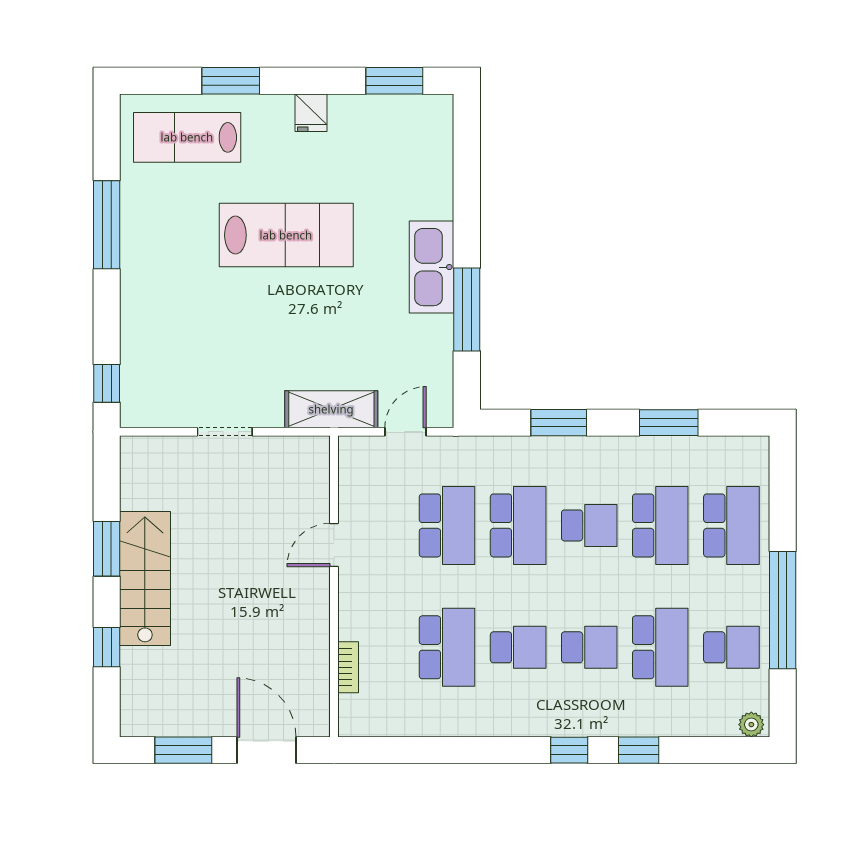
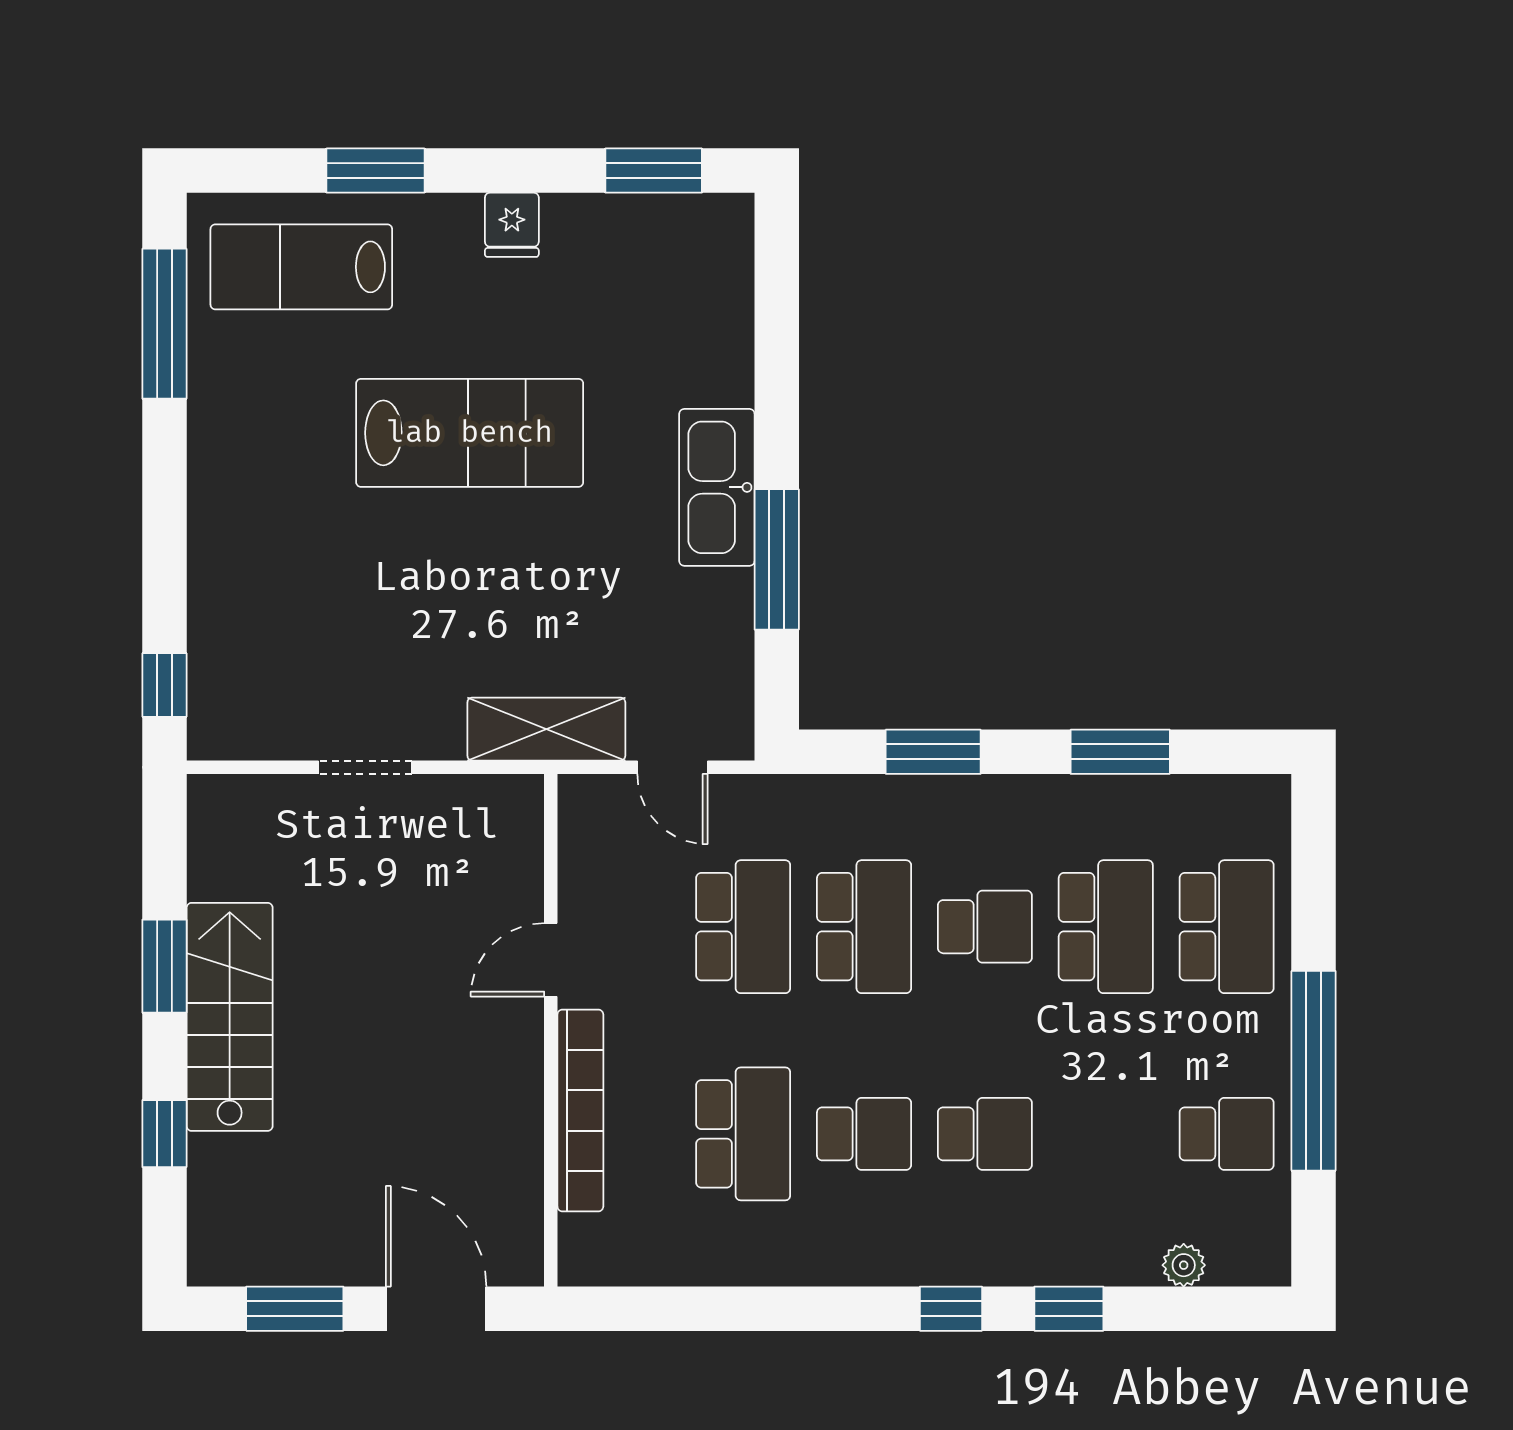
window: (107, 225) -> (164, 324), moved
door: (405, 432) -> (672, 767), swing flipped
school desk: (660, 647) -> (1106, 1134), removed
bookcase: (348, 667) -> (580, 1110), width x2.31, depth x1.31
plant: (751, 725) -> (1184, 1265), moved

